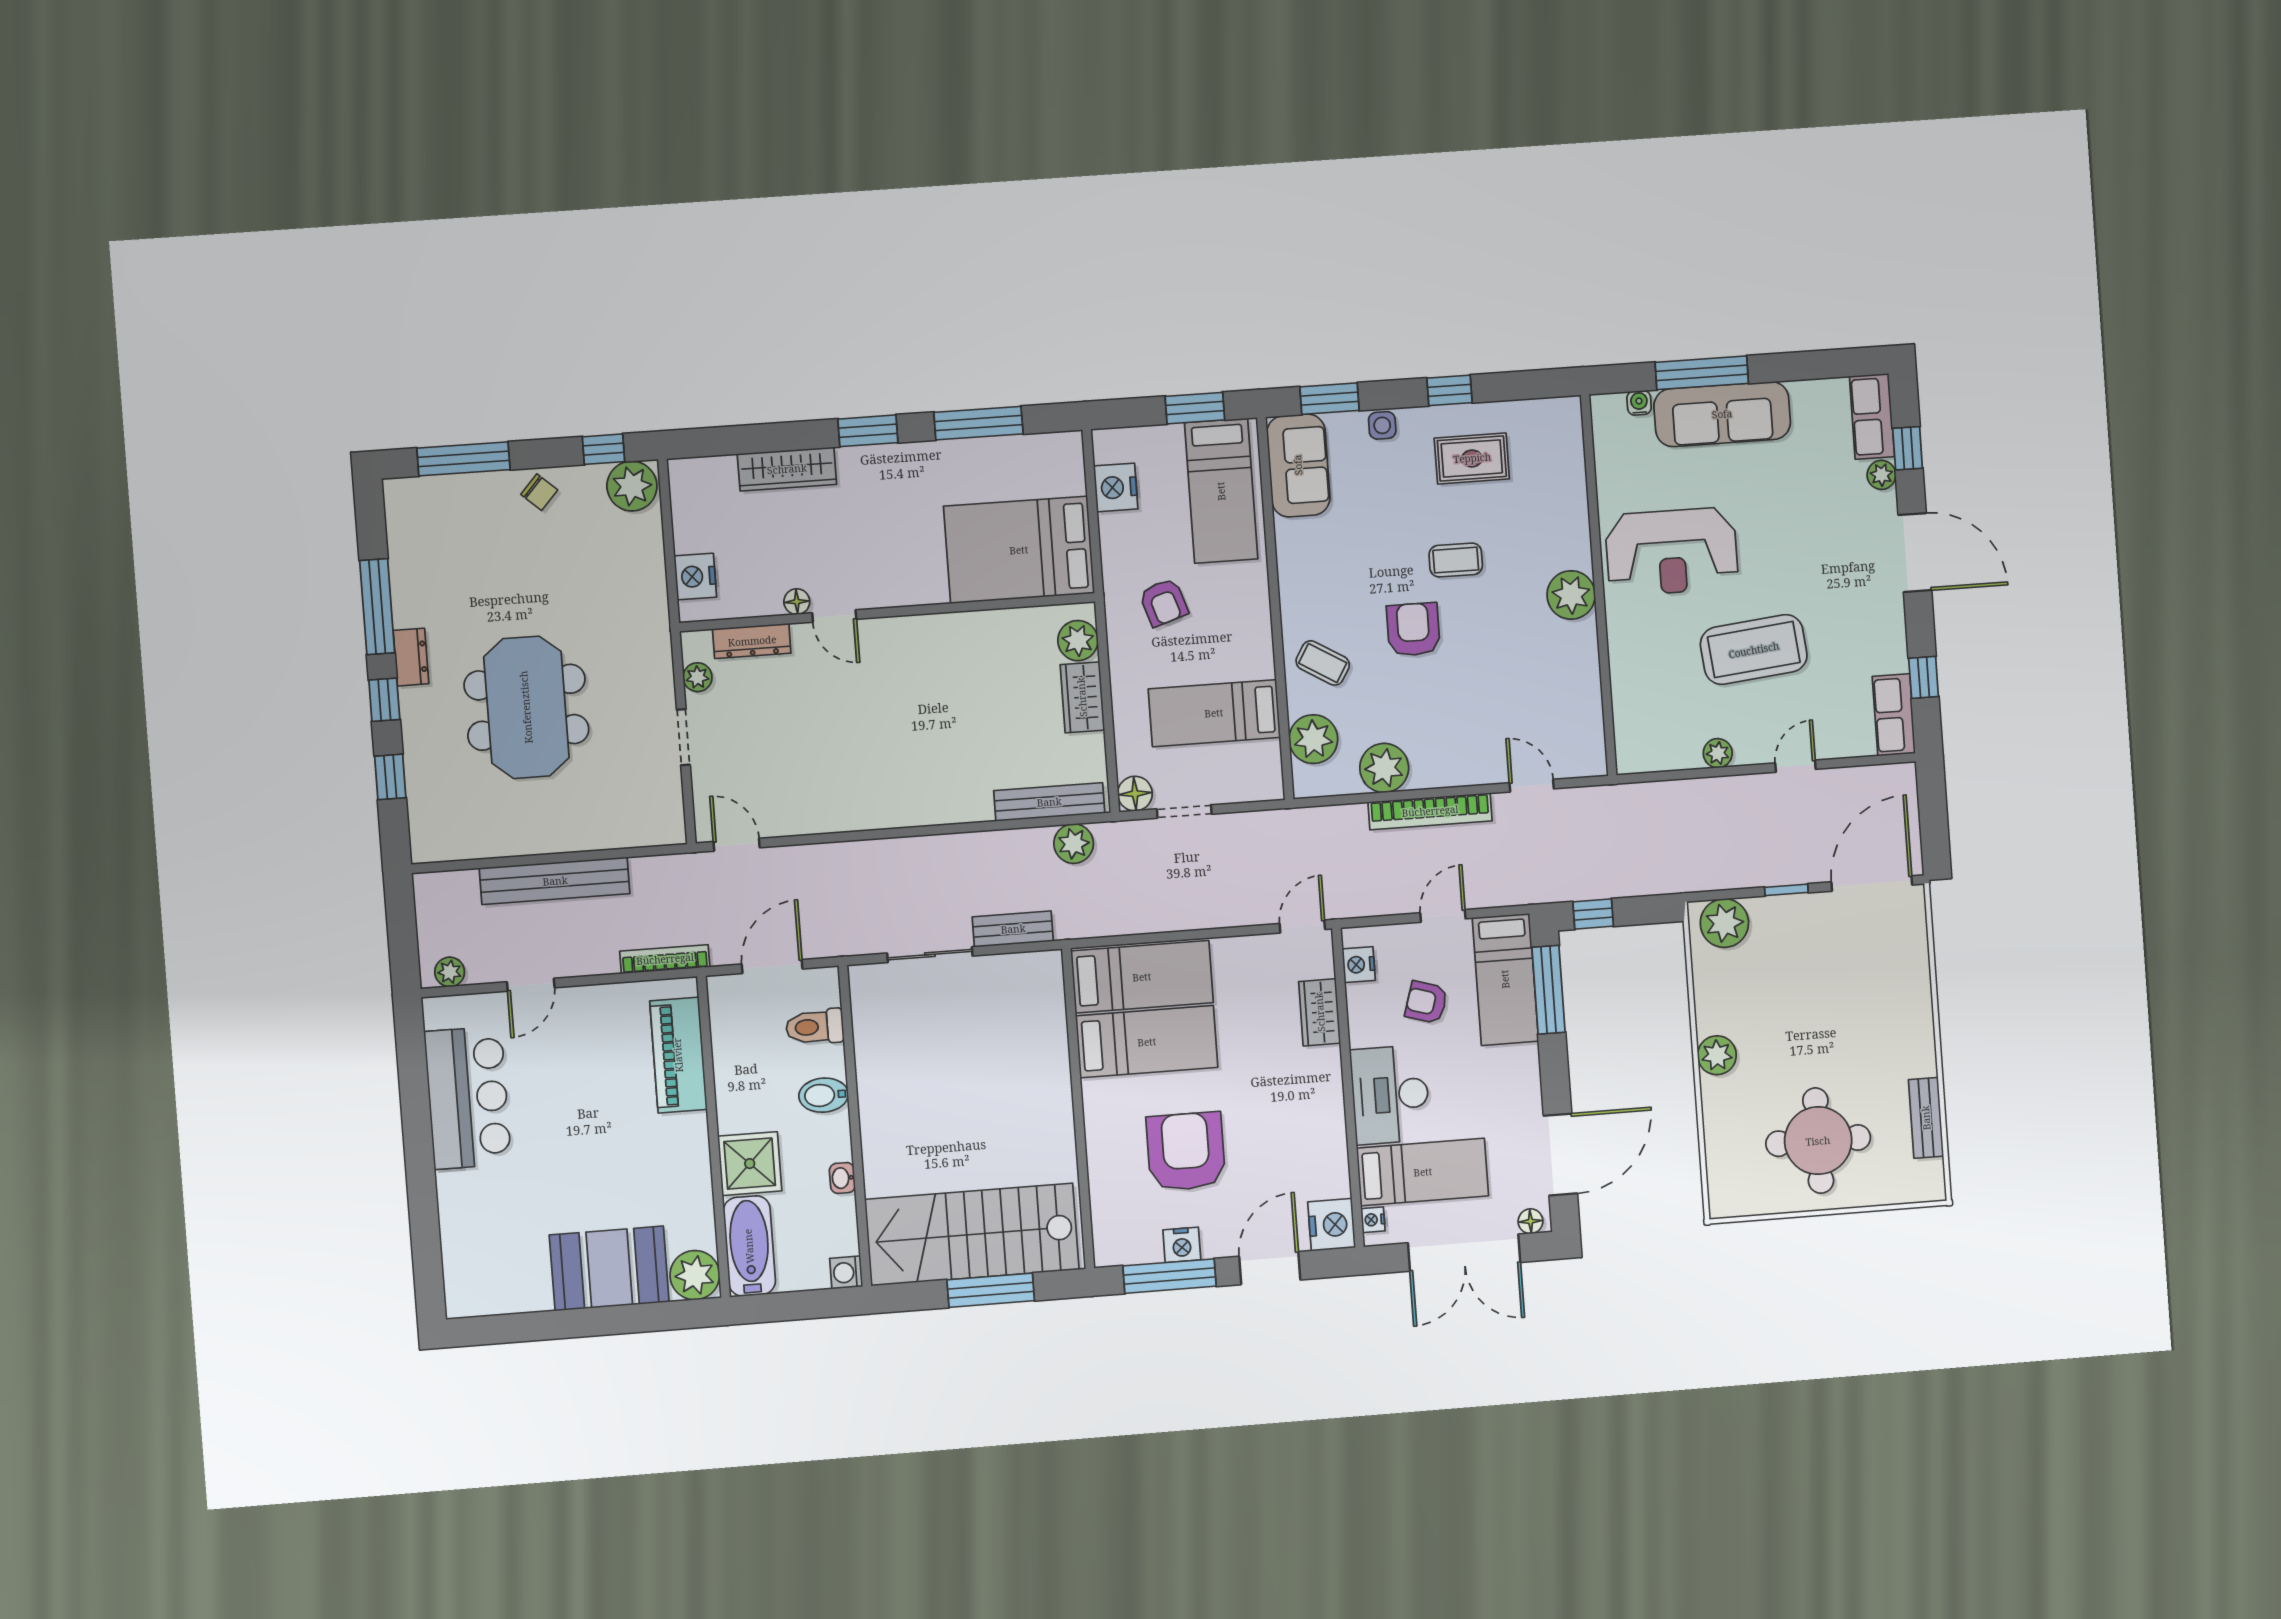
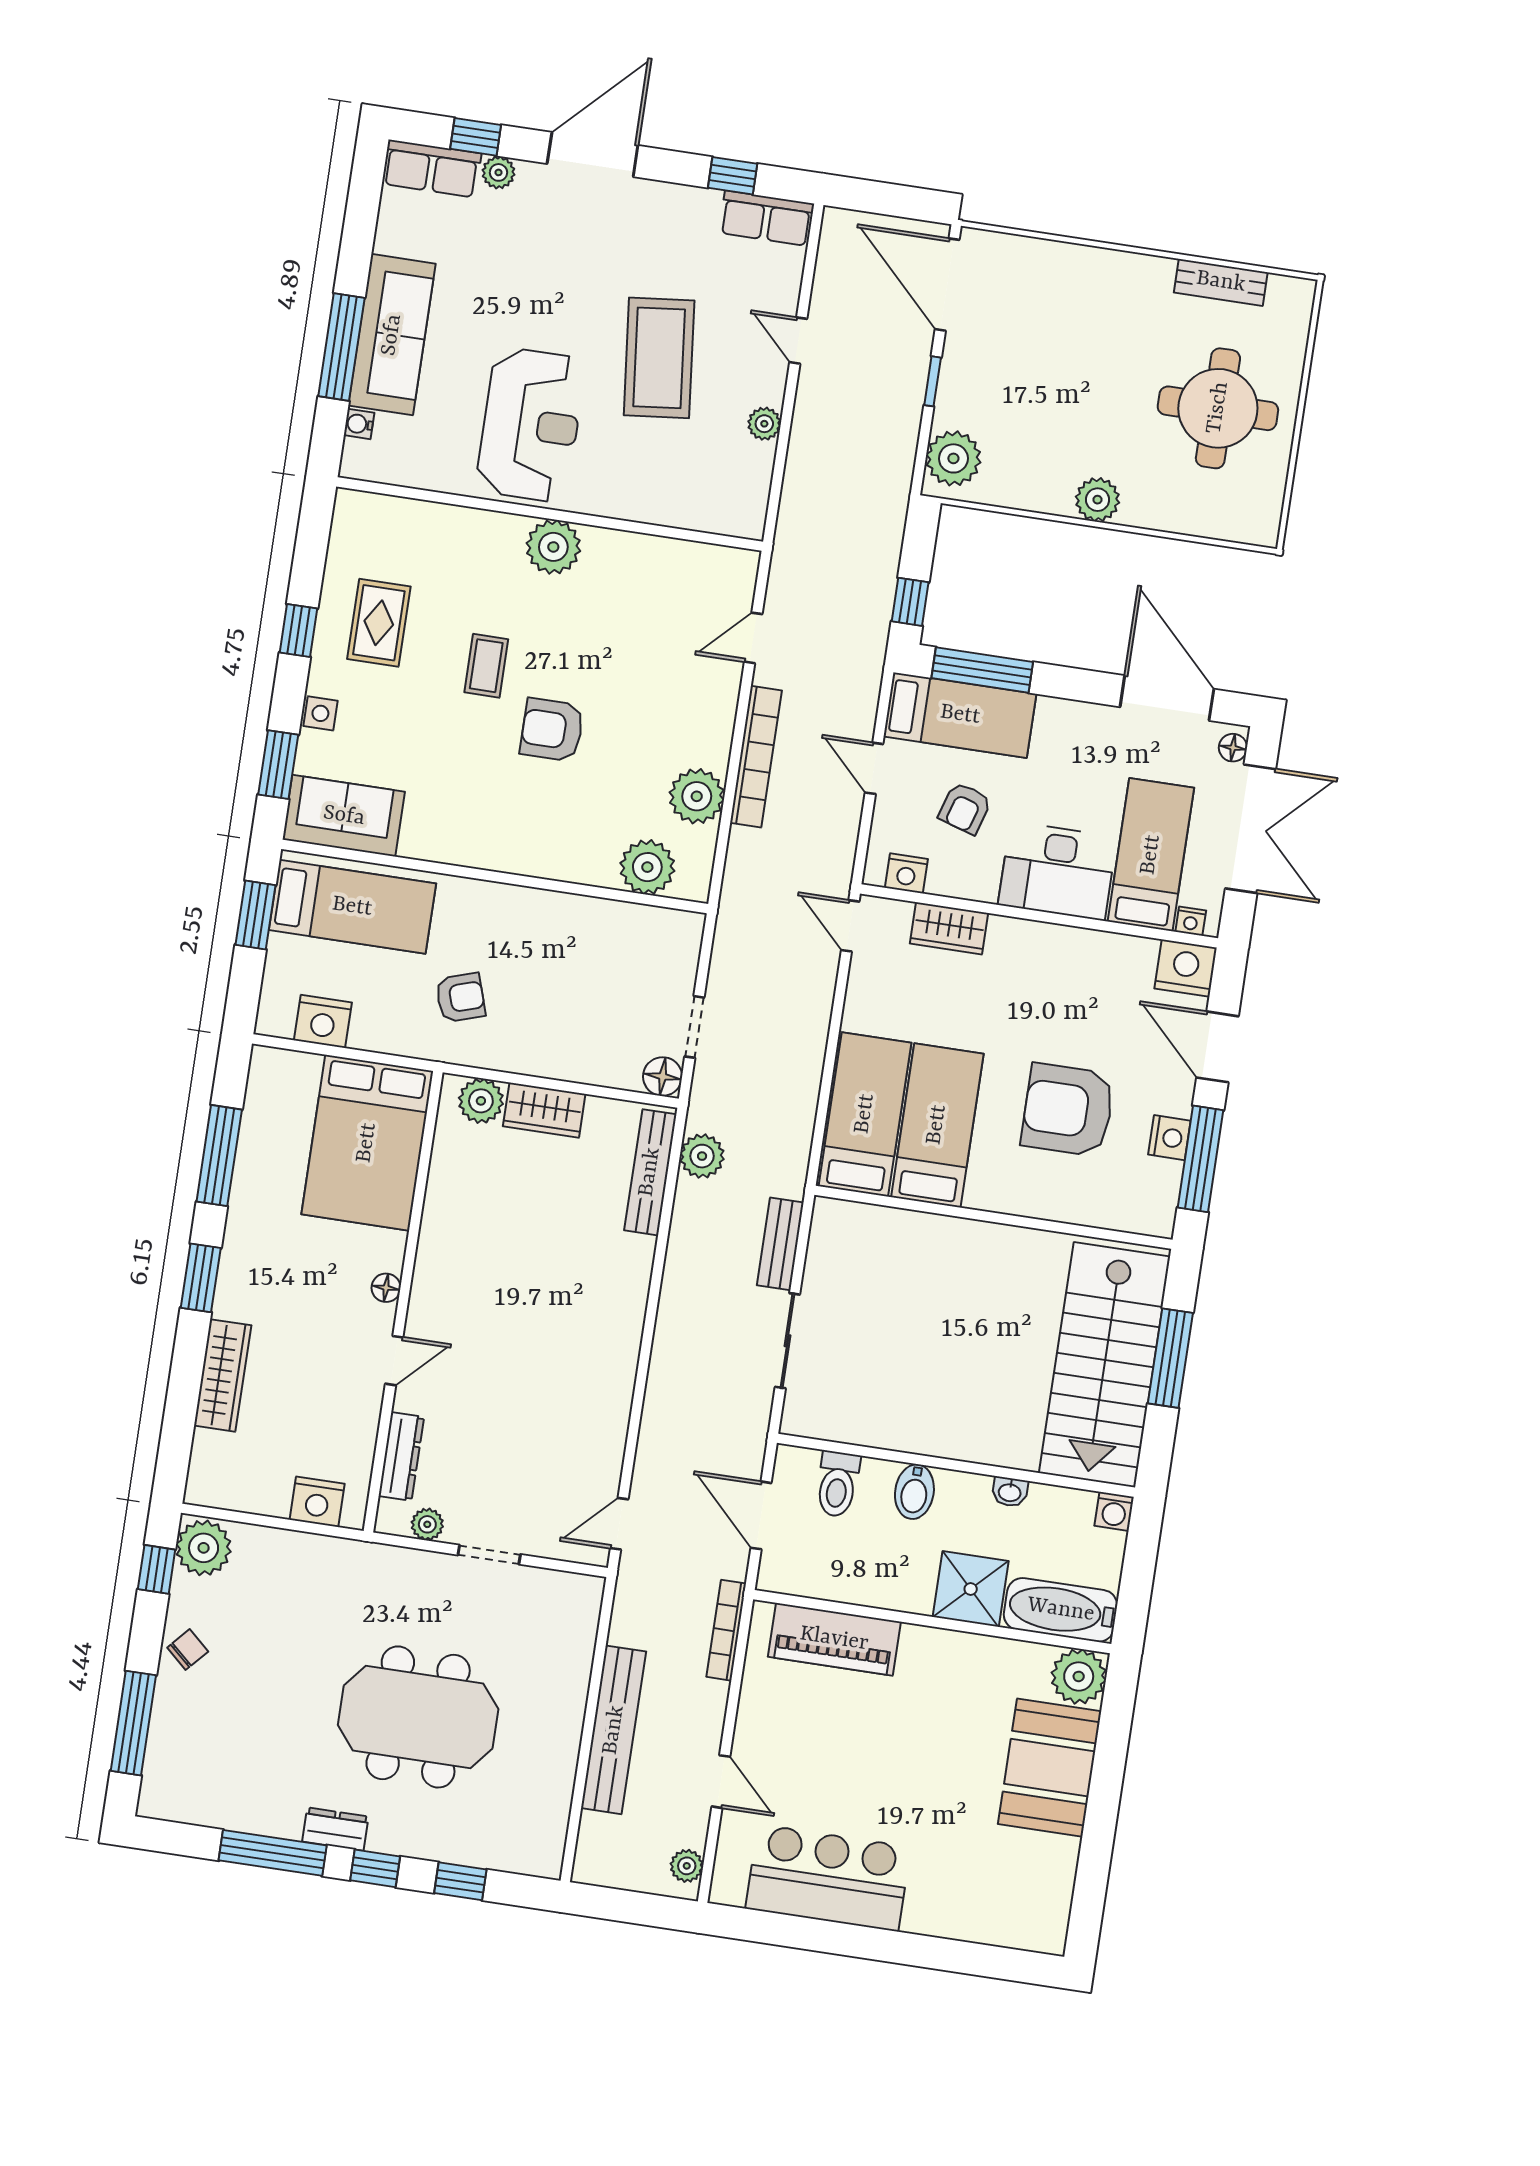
floor lamp: (797, 602) -> (386, 1288), moved
coffee table: (1323, 663) -> (566, 838), removed
bed: (1214, 713) -> (594, 969), removed

